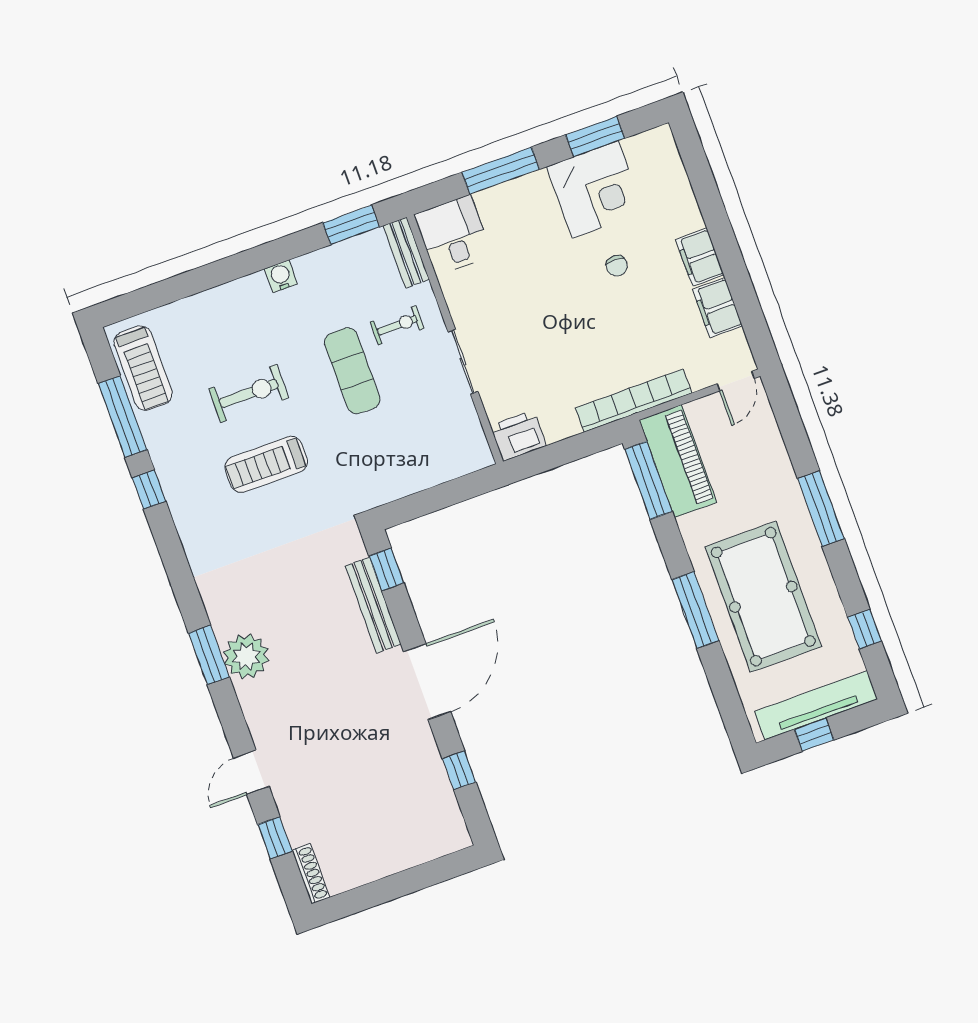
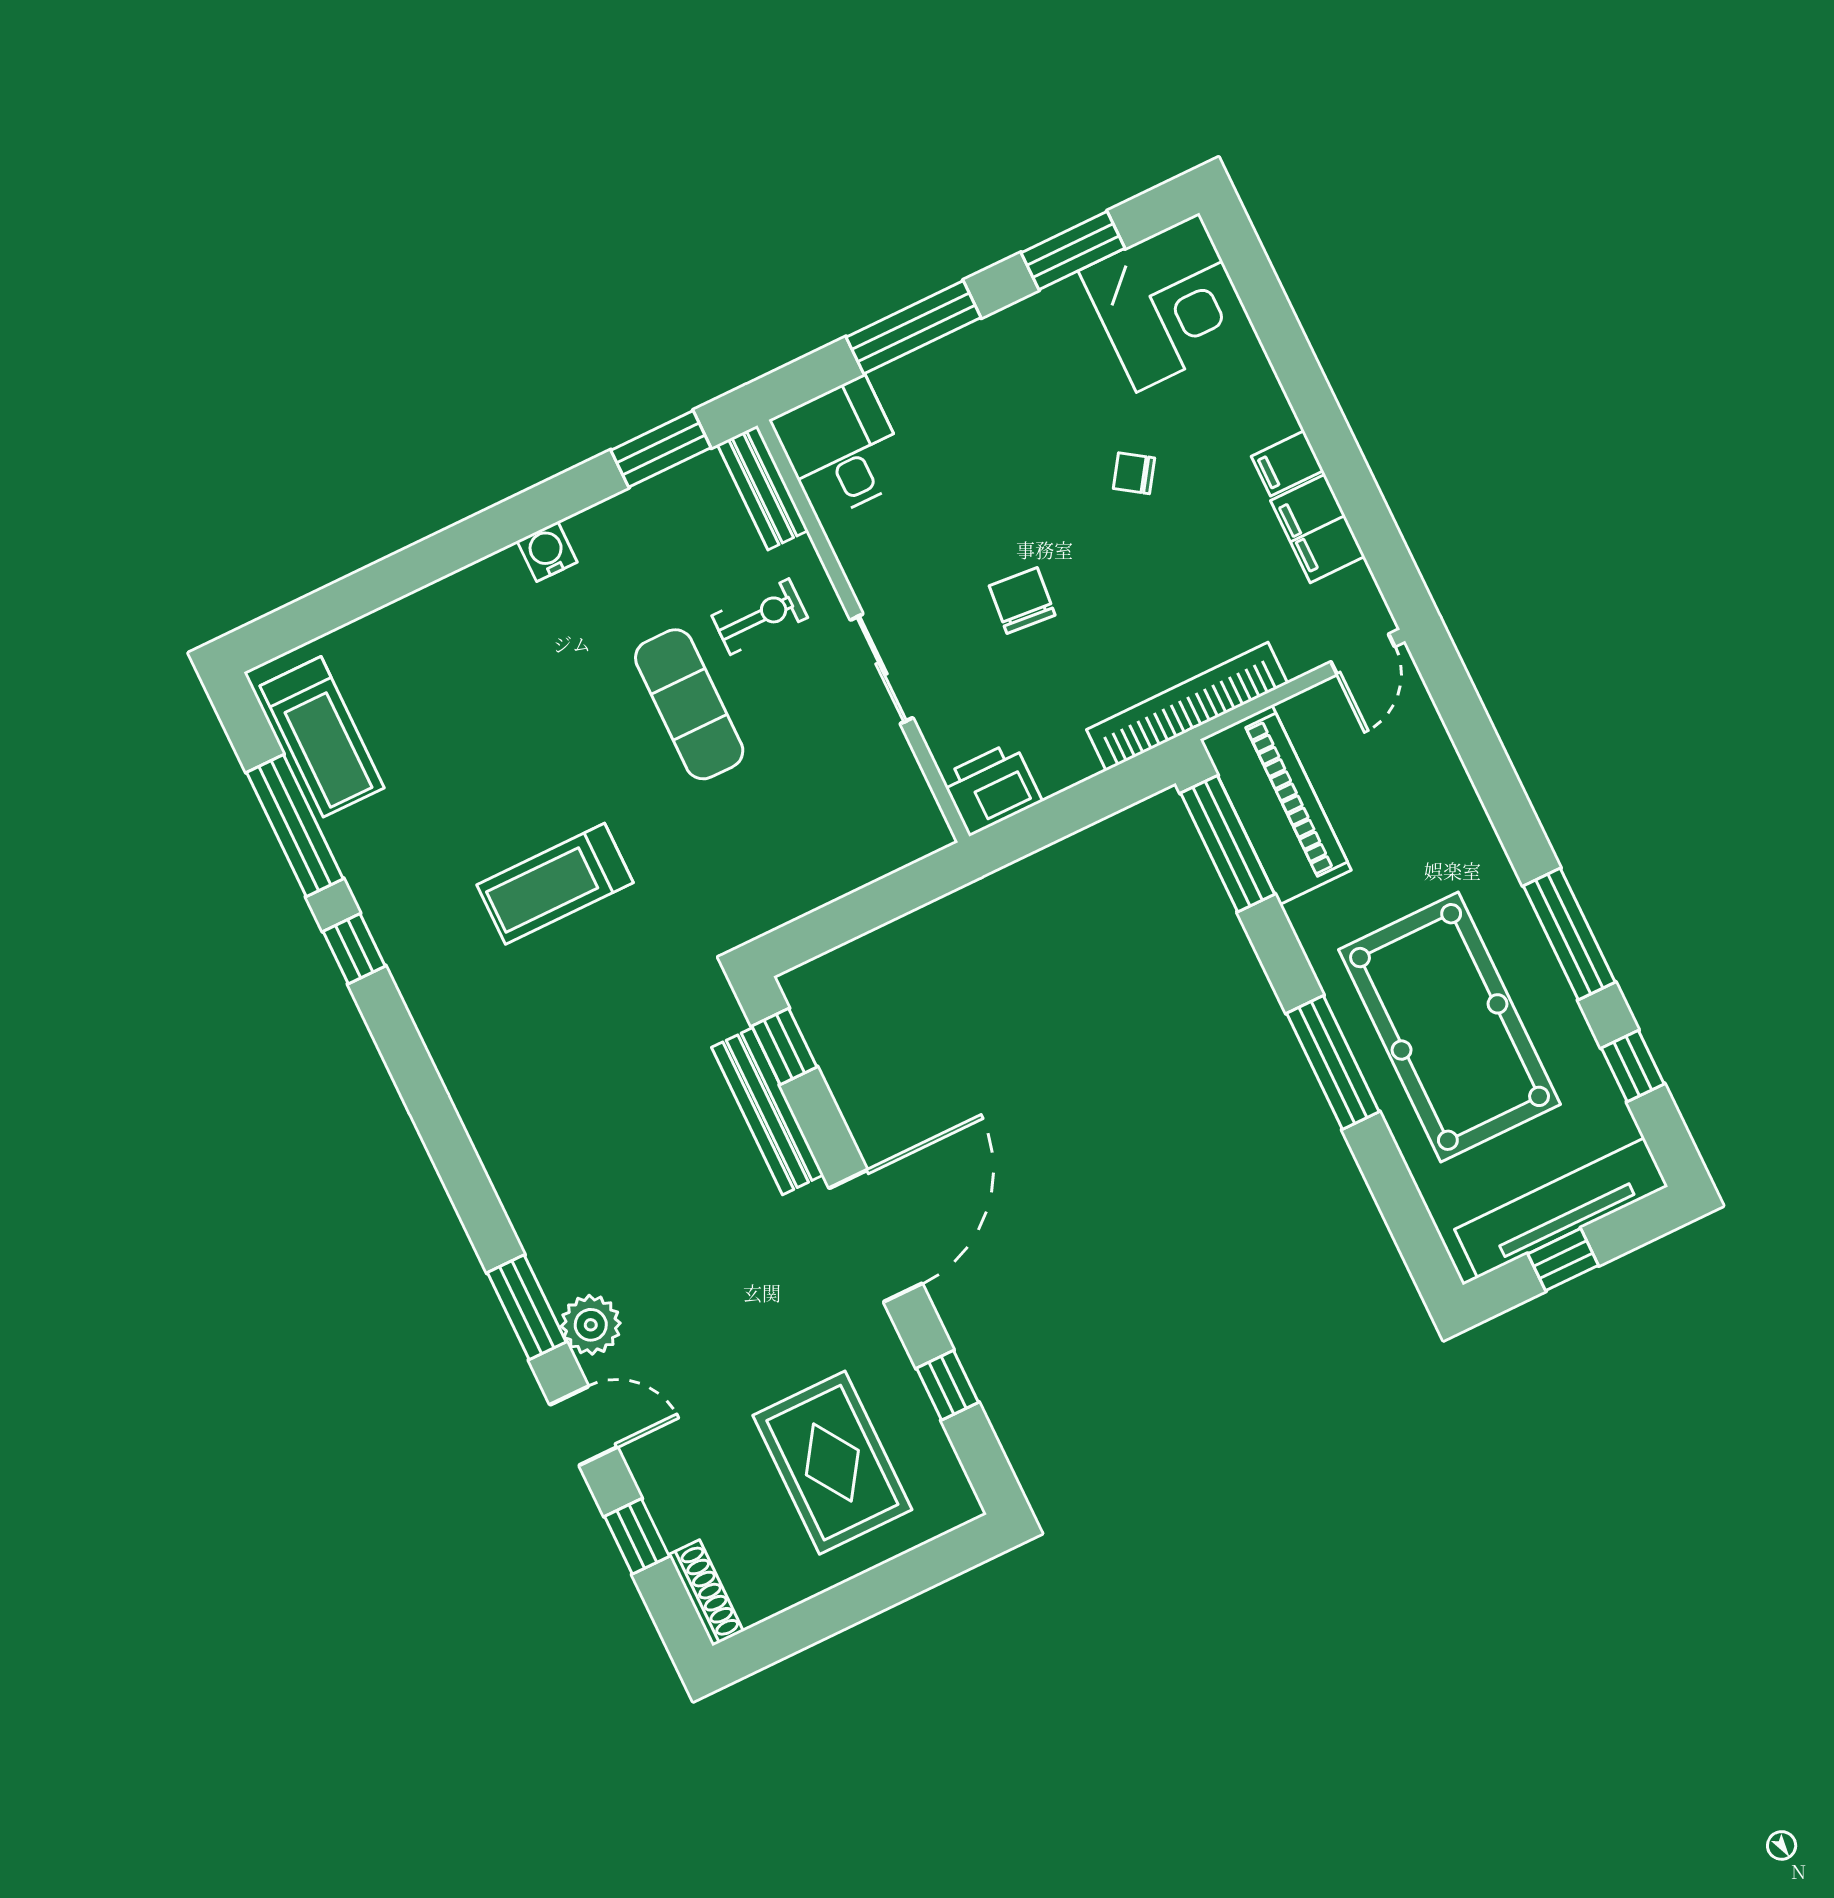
corner desk: (595, 189) -> (1168, 302), moved
filing cabinet: (700, 257) -> (1287, 463), width x0.50
chair: (617, 266) -> (1134, 473), turned 124
chair: (546, 331) -> (1022, 601), added
exercise bike: (249, 393) -> (512, 762), removed
window: (821, 509) -> (1569, 934), moved
window: (209, 655) -> (527, 1307), moved
plant: (246, 656) -> (591, 1325), moved, width x0.73, depth x0.73
door: (251, 772) -> (584, 1426), swing flipped
rug: (390, 807) -> (832, 1463), added

